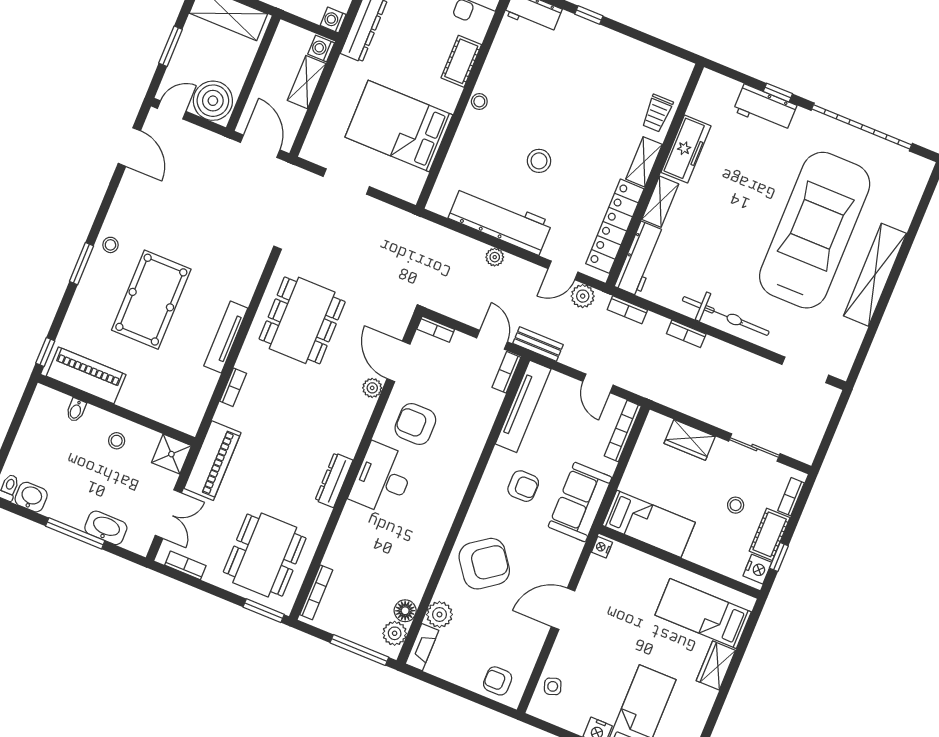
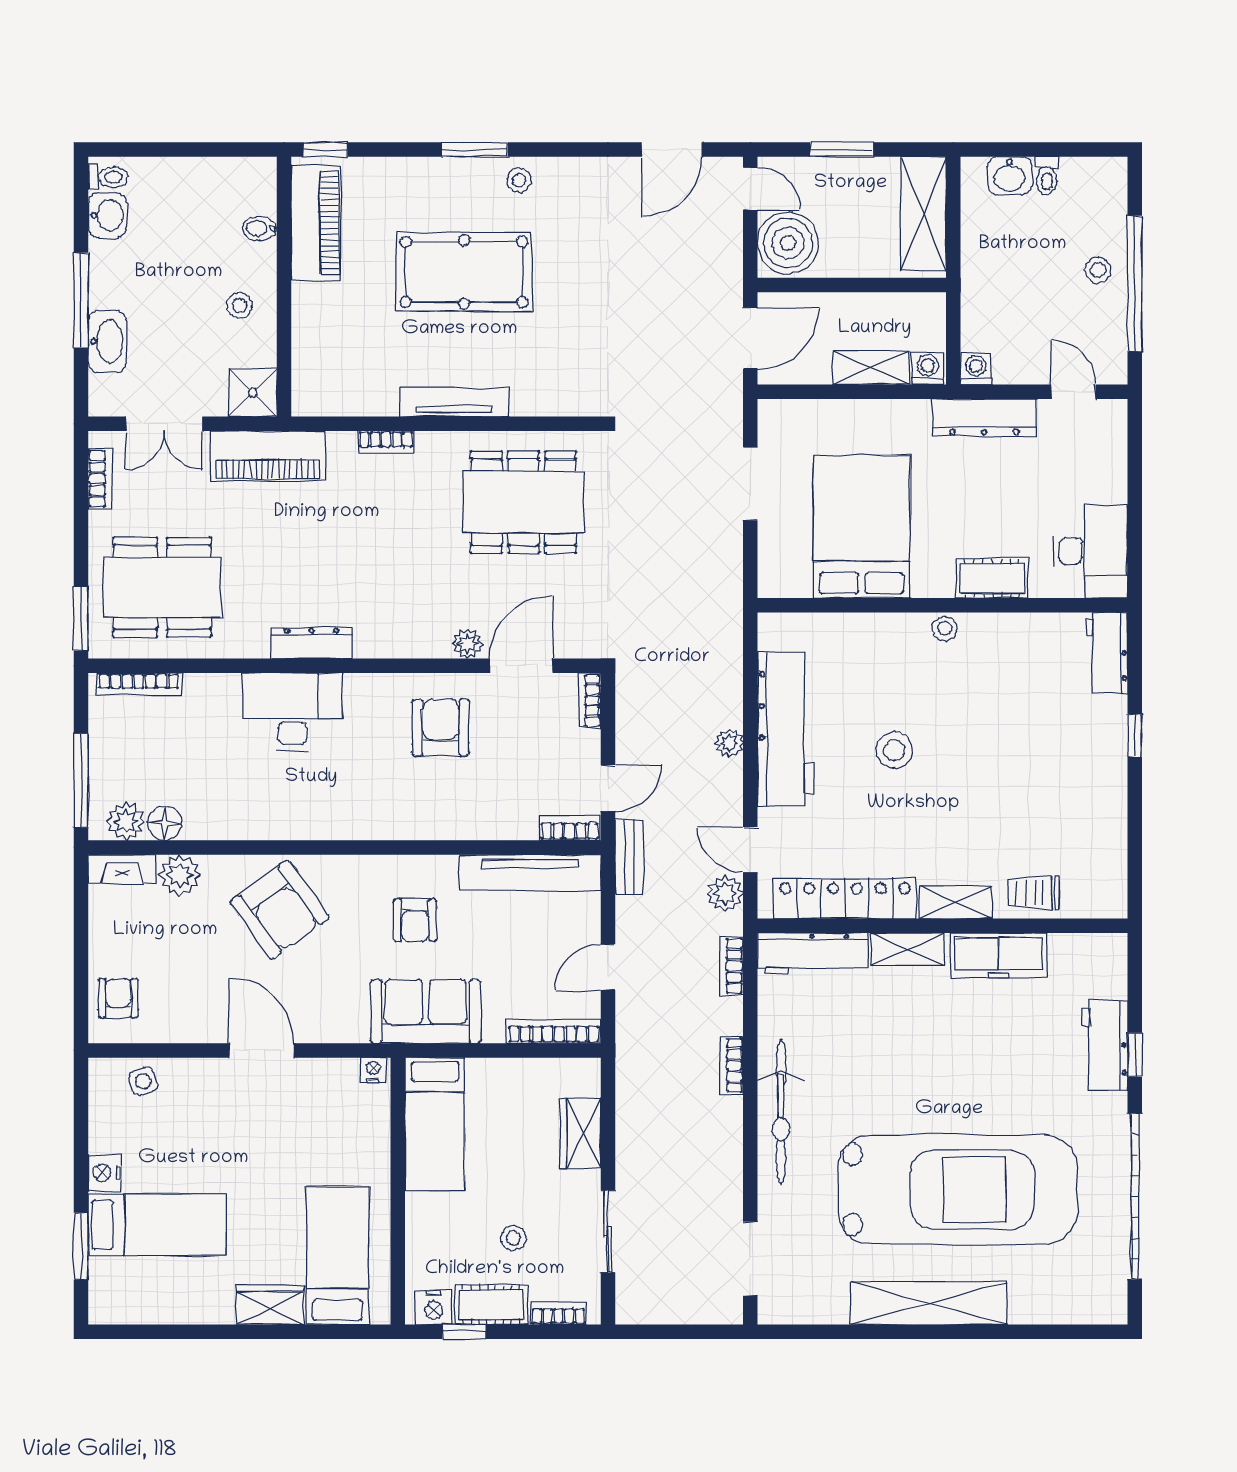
desk: (382, 479) -> (292, 712), moved

